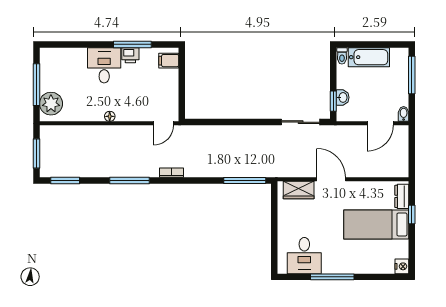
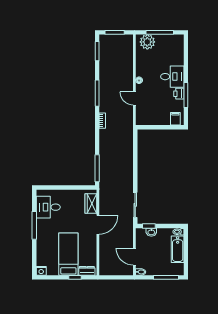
door: (163, 123) -> (134, 99), moved

